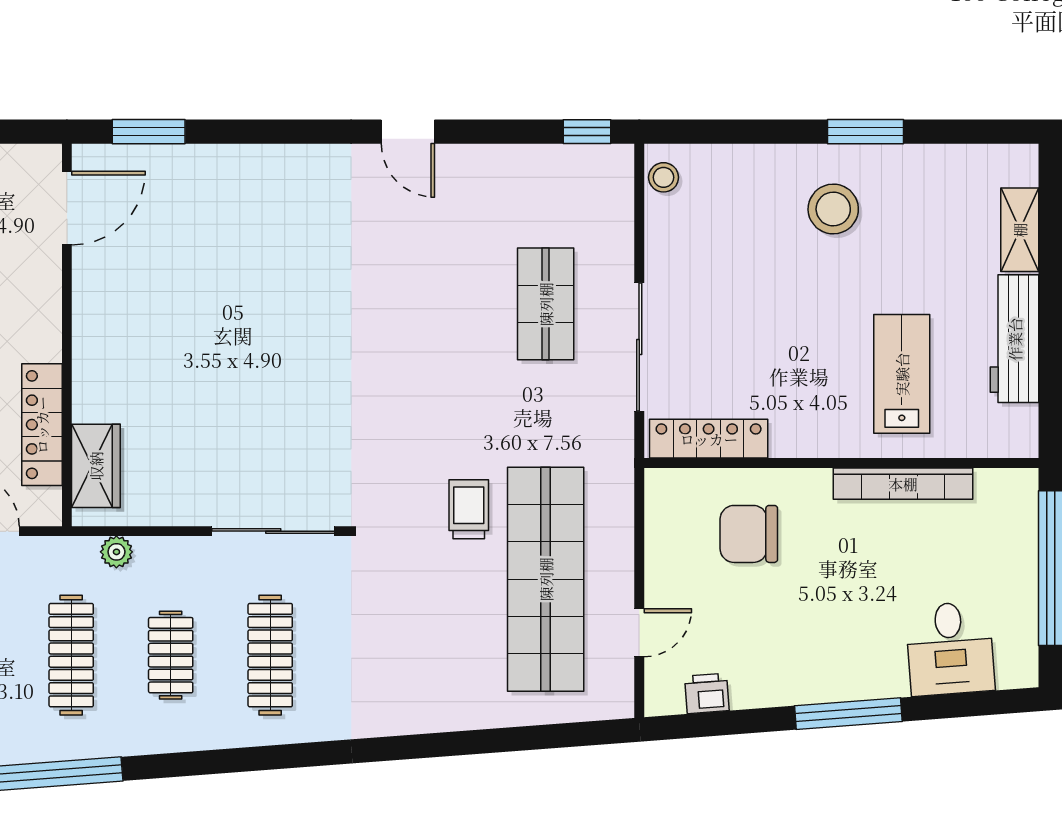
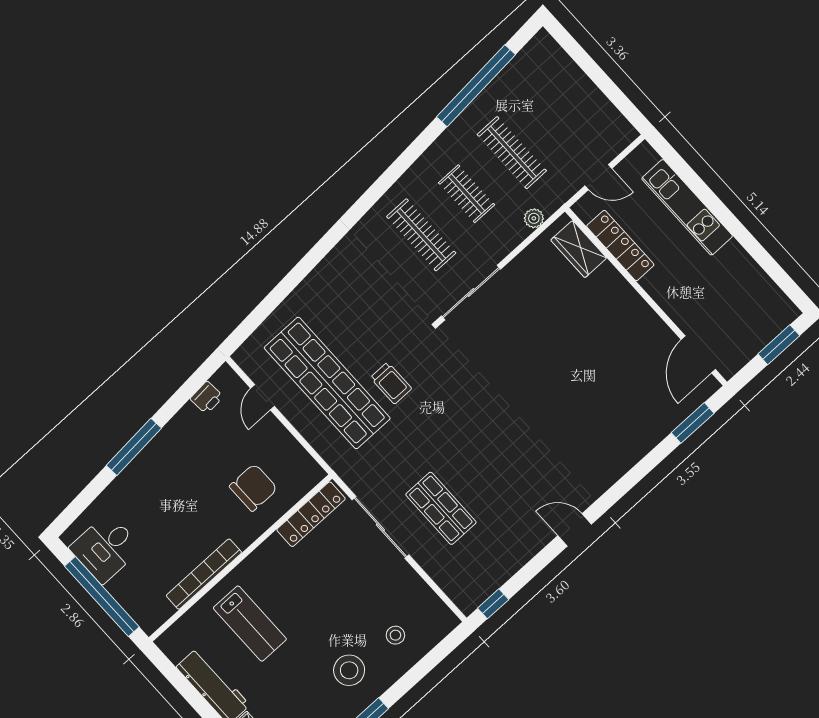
stool: (664, 177) -> (395, 635), moved
desk: (950, 649) -> (106, 548), moved, turned -86

